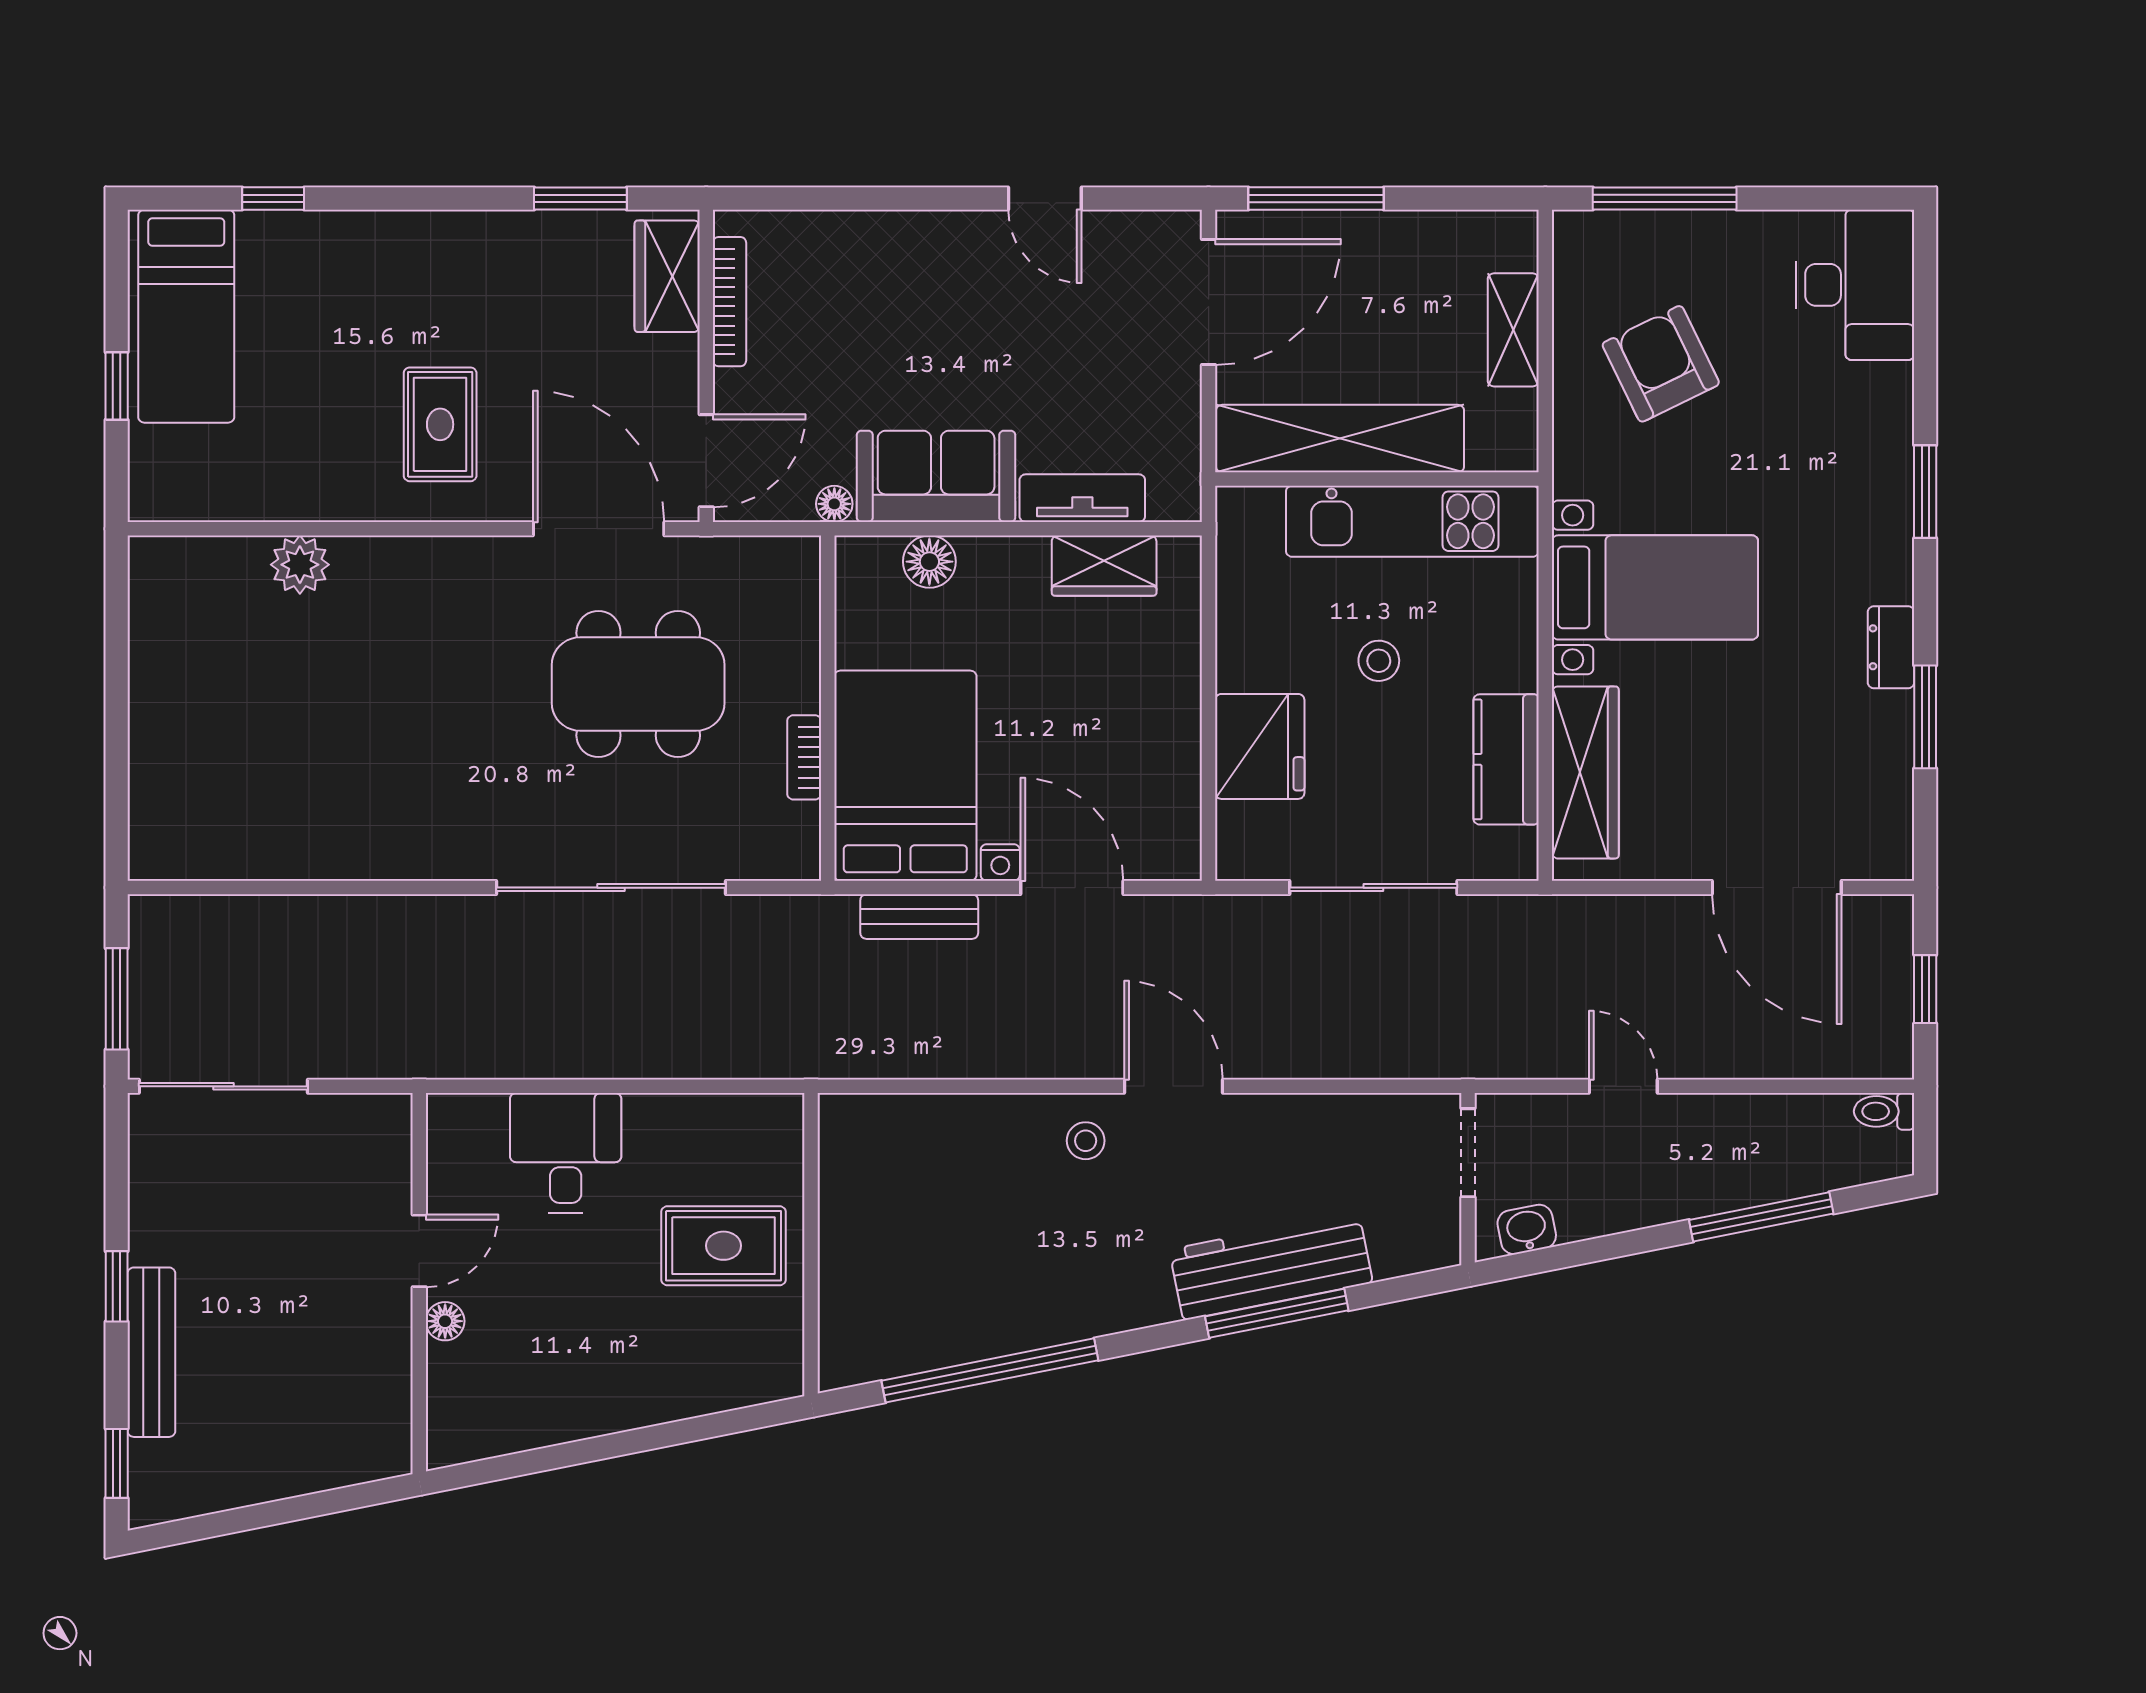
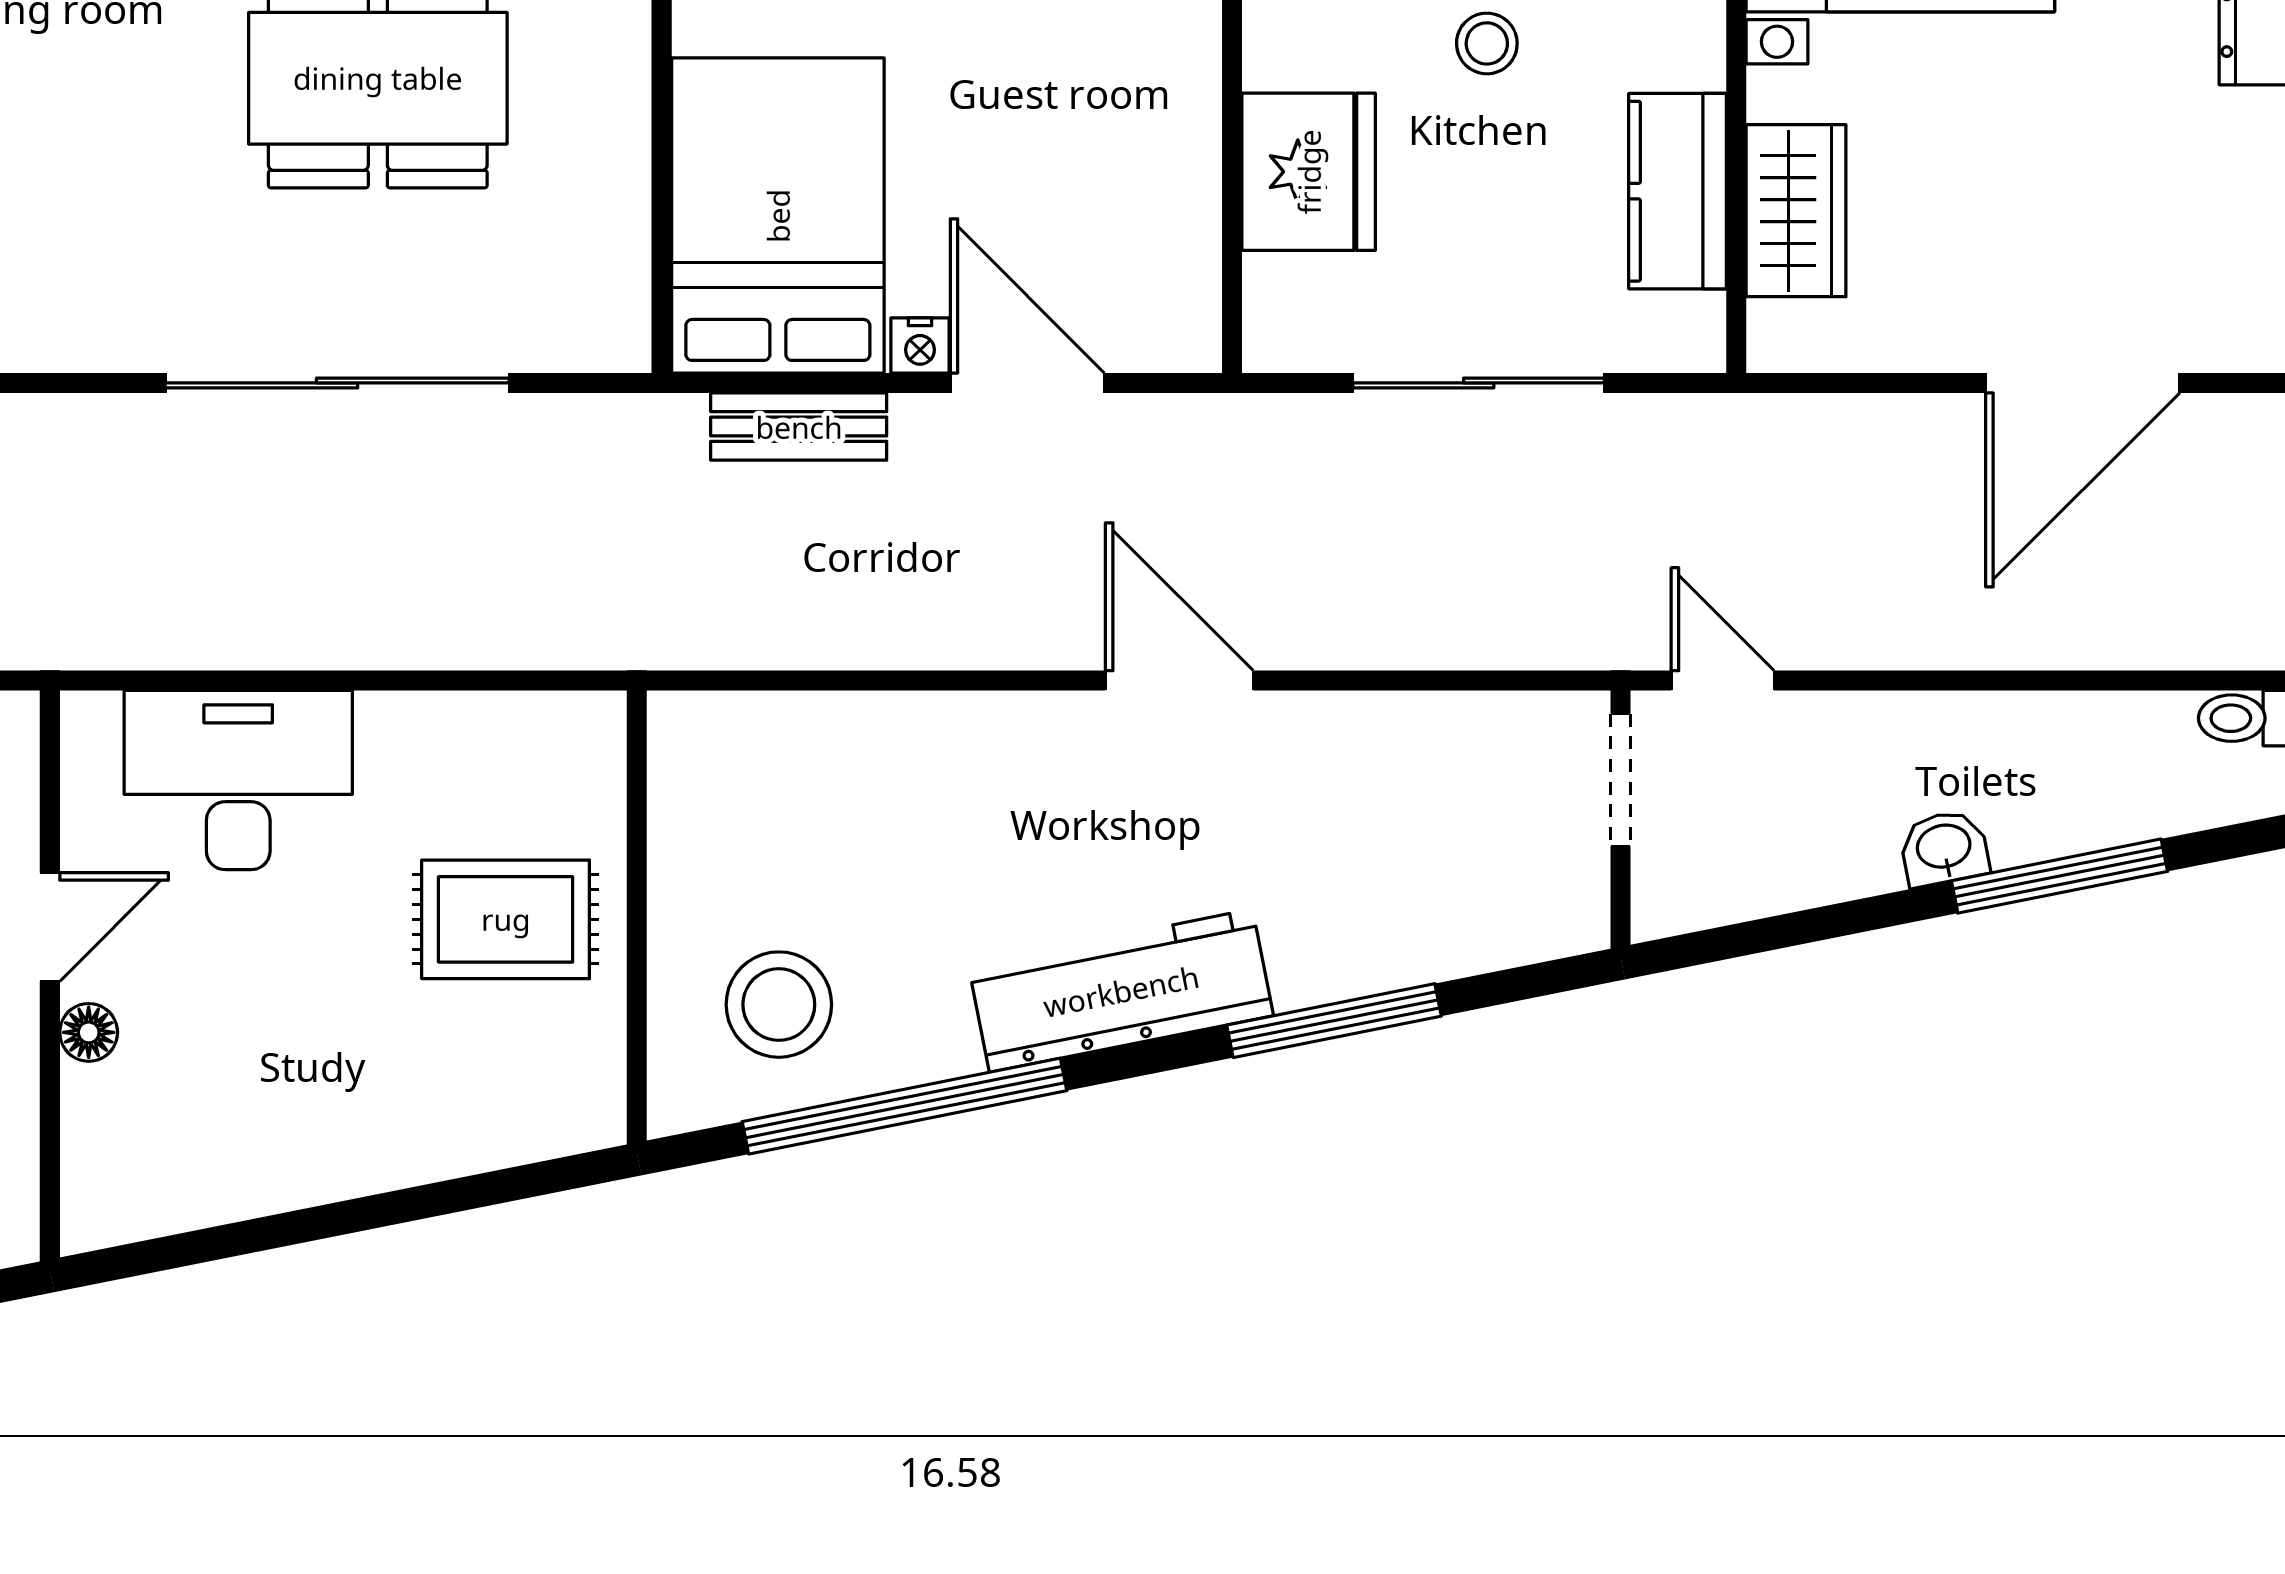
bookcase: (804, 757) -> (626, 188), removed
wardrobe: (1585, 772) -> (1796, 211), width x0.67
door: (1777, 888) -> (2083, 383), hinge flipped
door: (1623, 1086) -> (1723, 681), moved
stool: (1086, 1141) -> (779, 1005), moved, width x1.89, depth x1.89
desk: (566, 1153) -> (238, 780), width x1.37
washbasin: (1527, 1229) -> (1944, 848), moved
workbench: (1271, 1266) -> (1121, 991), moved

